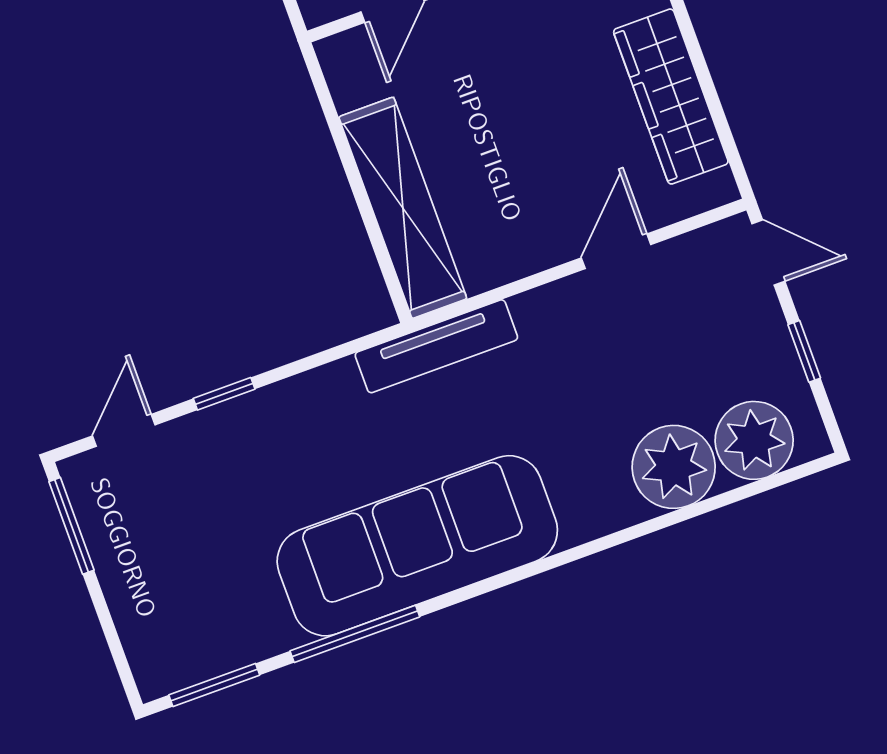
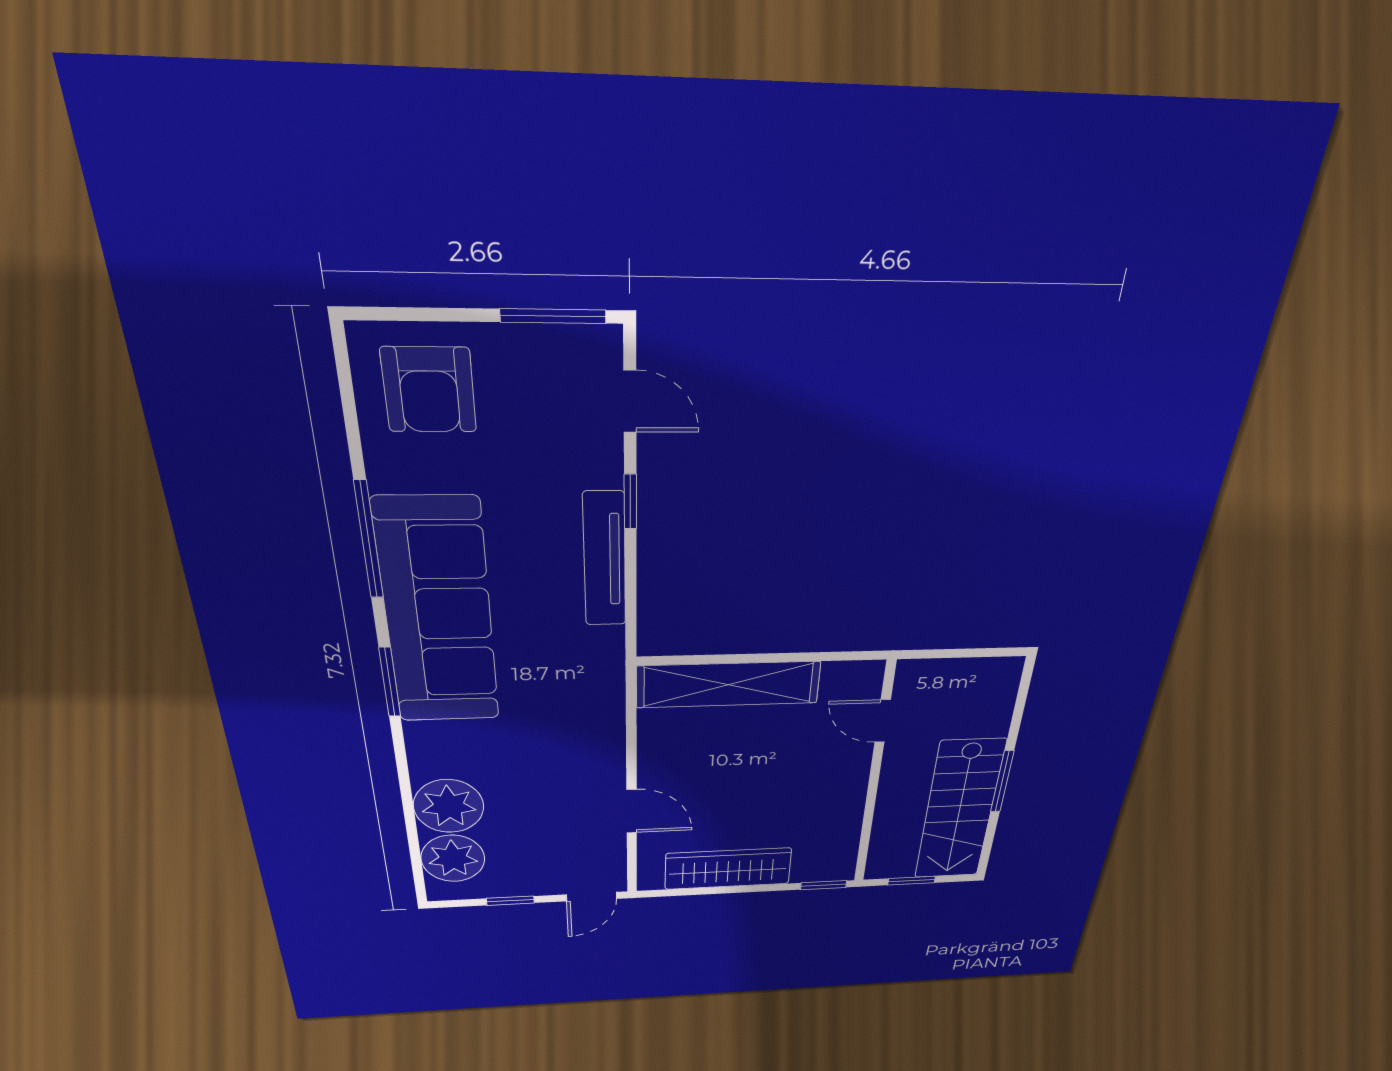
tv unit: (436, 346) -> (605, 560), moved
armchair: (180, 616) -> (429, 390), added
window: (214, 685) -> (390, 682), moved

